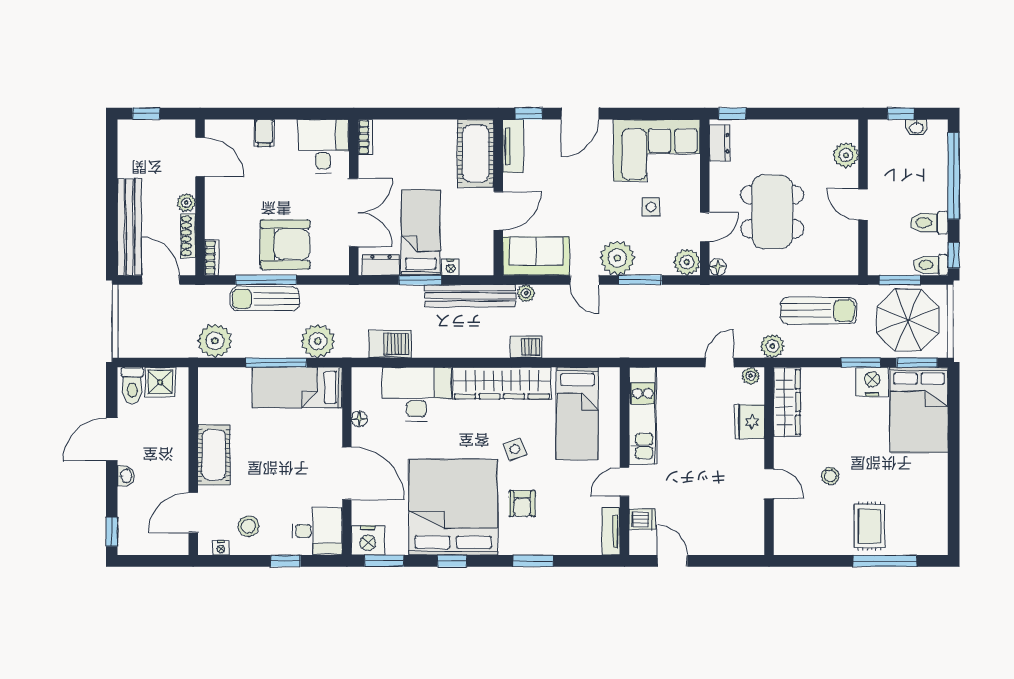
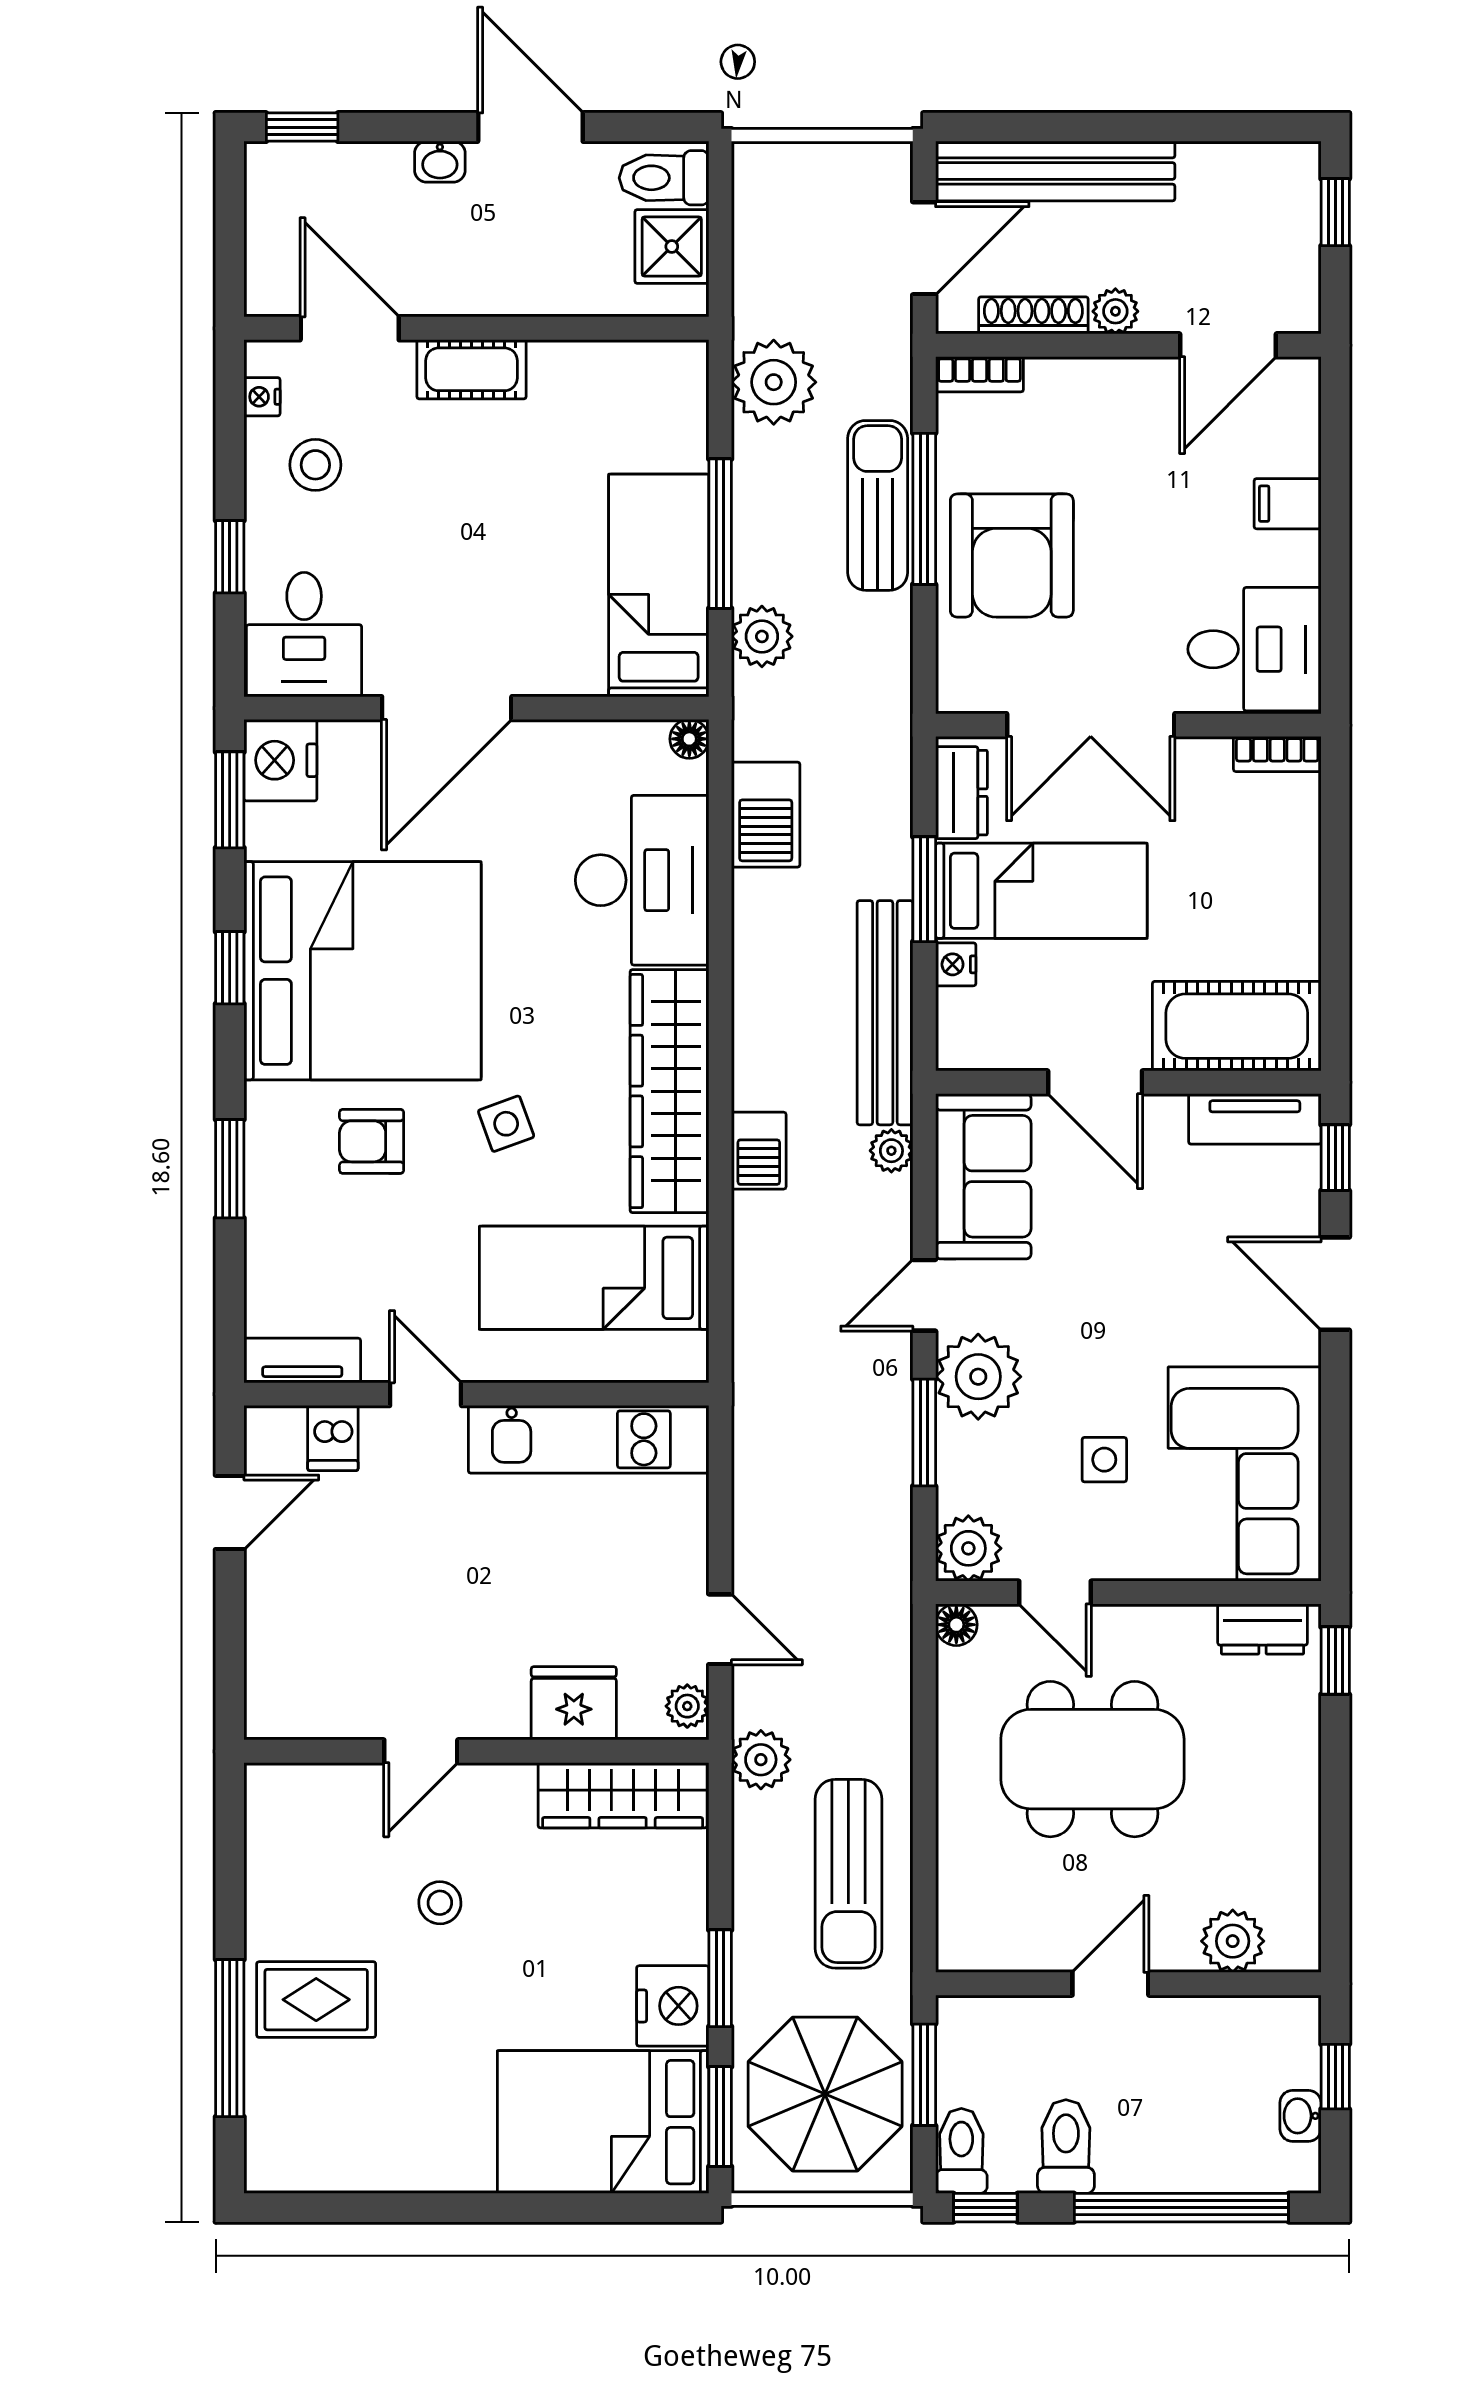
plant: (318, 341) -> (762, 636), width x0.73, depth x0.73
floor lamp: (359, 419) -> (689, 739), moved
cot: (214, 455) -> (472, 369), width x0.73, depth x0.75

